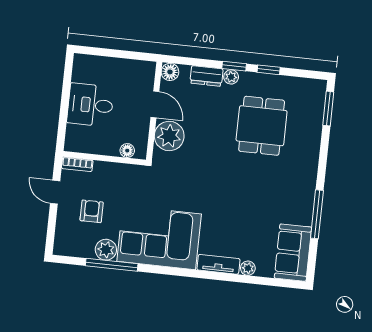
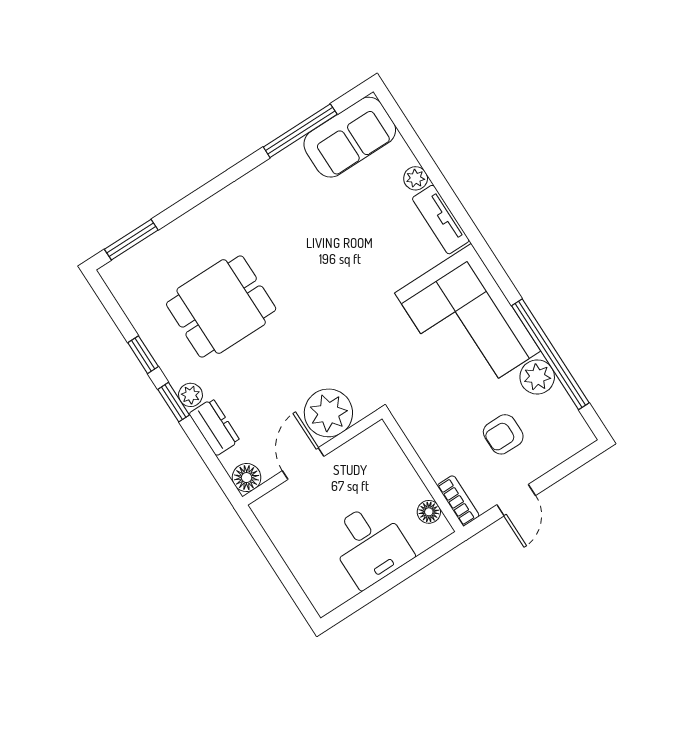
floor lamp: (127, 151) -> (429, 512), moved
window: (317, 214) -> (300, 131), moved
window: (112, 265) -> (550, 354), width x1.46

